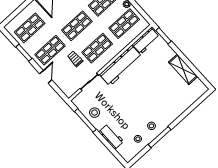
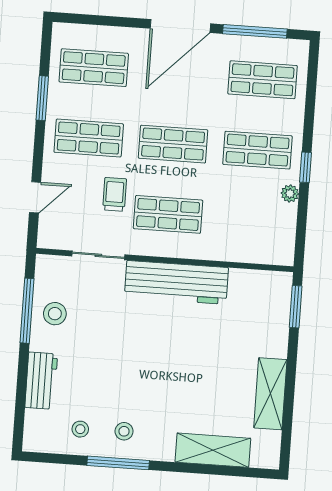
shop shelf: (124, 24) -> (252, 220), removed
workbench: (146, 41) -> (259, 285), removed
door: (46, 77) -> (35, 197), moved
shelving: (184, 104) -> (213, 450), added

